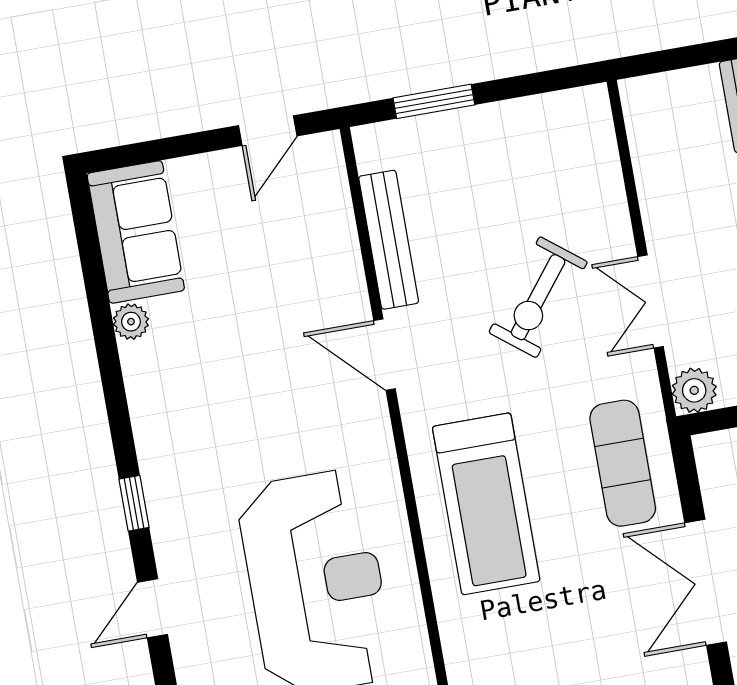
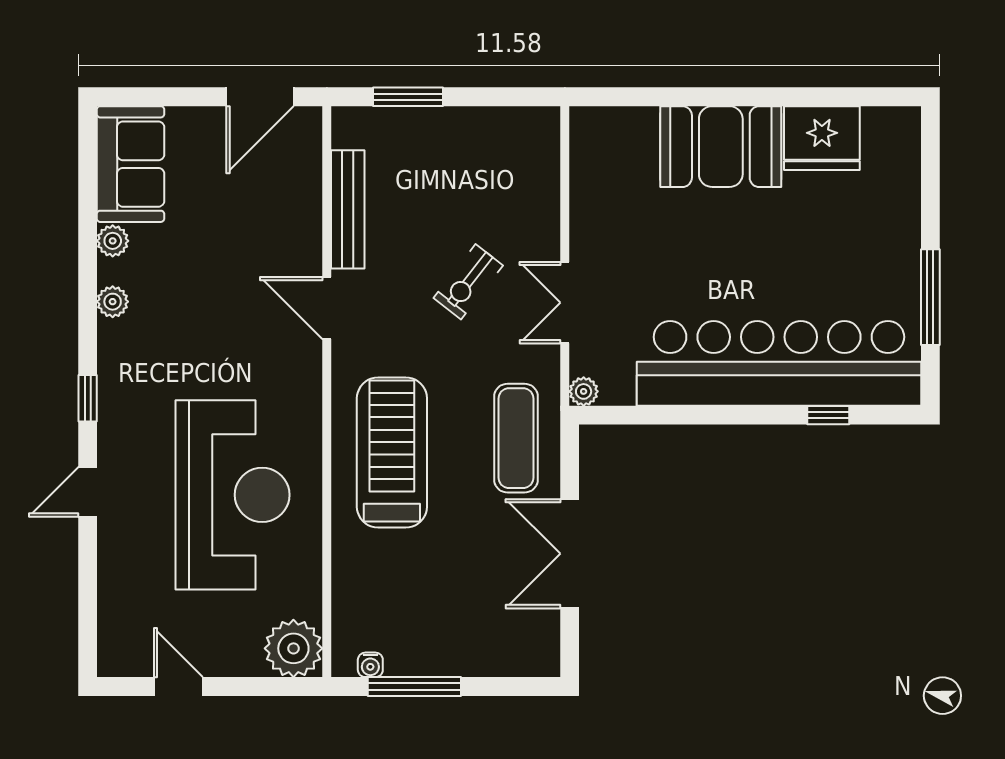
door: (268, 131) -> (260, 97), width x1.38
exercise bike: (538, 297) -> (468, 282), width x0.73, depth x0.72
plant: (143, 390) -> (113, 302), added
plant: (694, 390) -> (584, 391), width x0.73, depth x0.73
treadmill: (486, 504) -> (392, 452), turned 180

